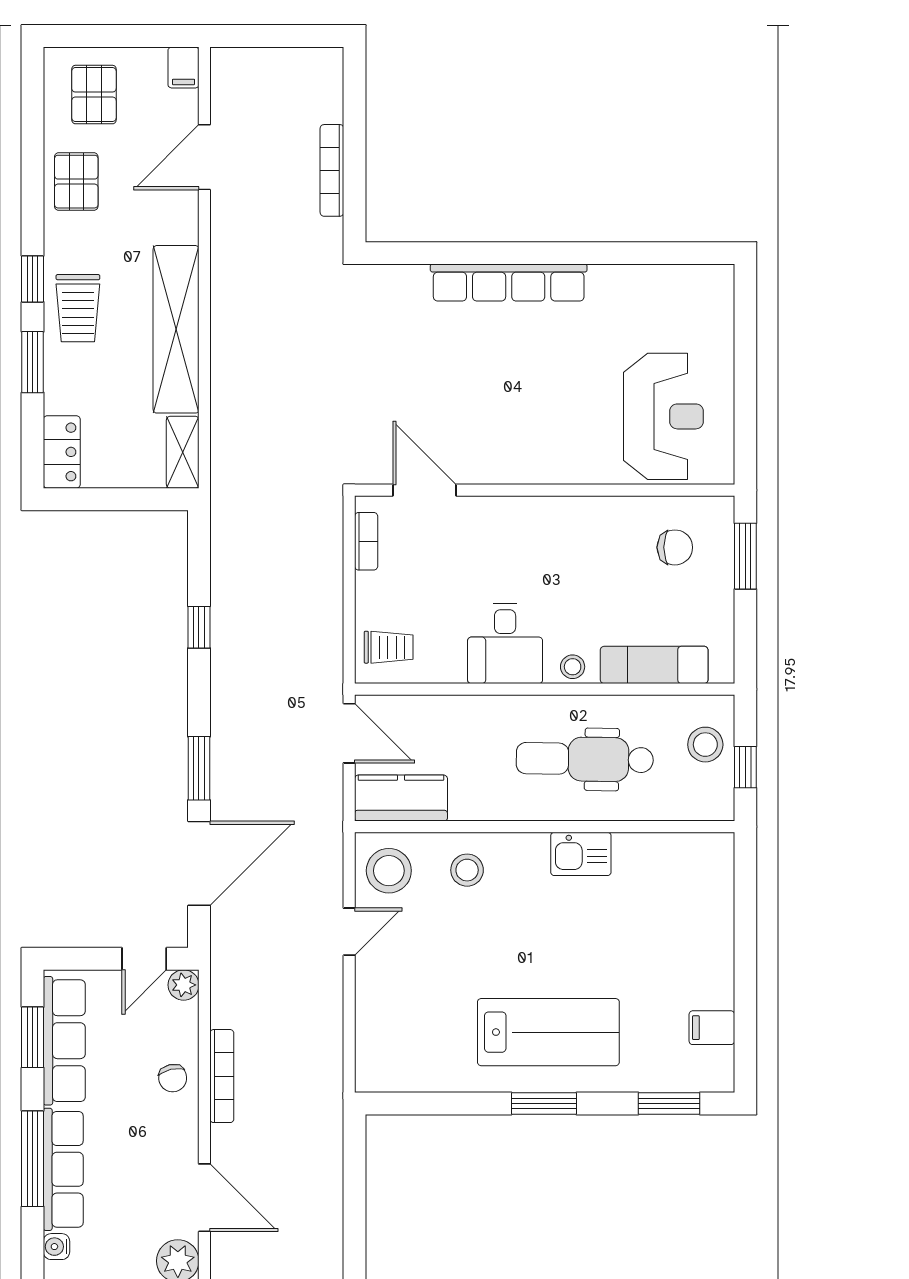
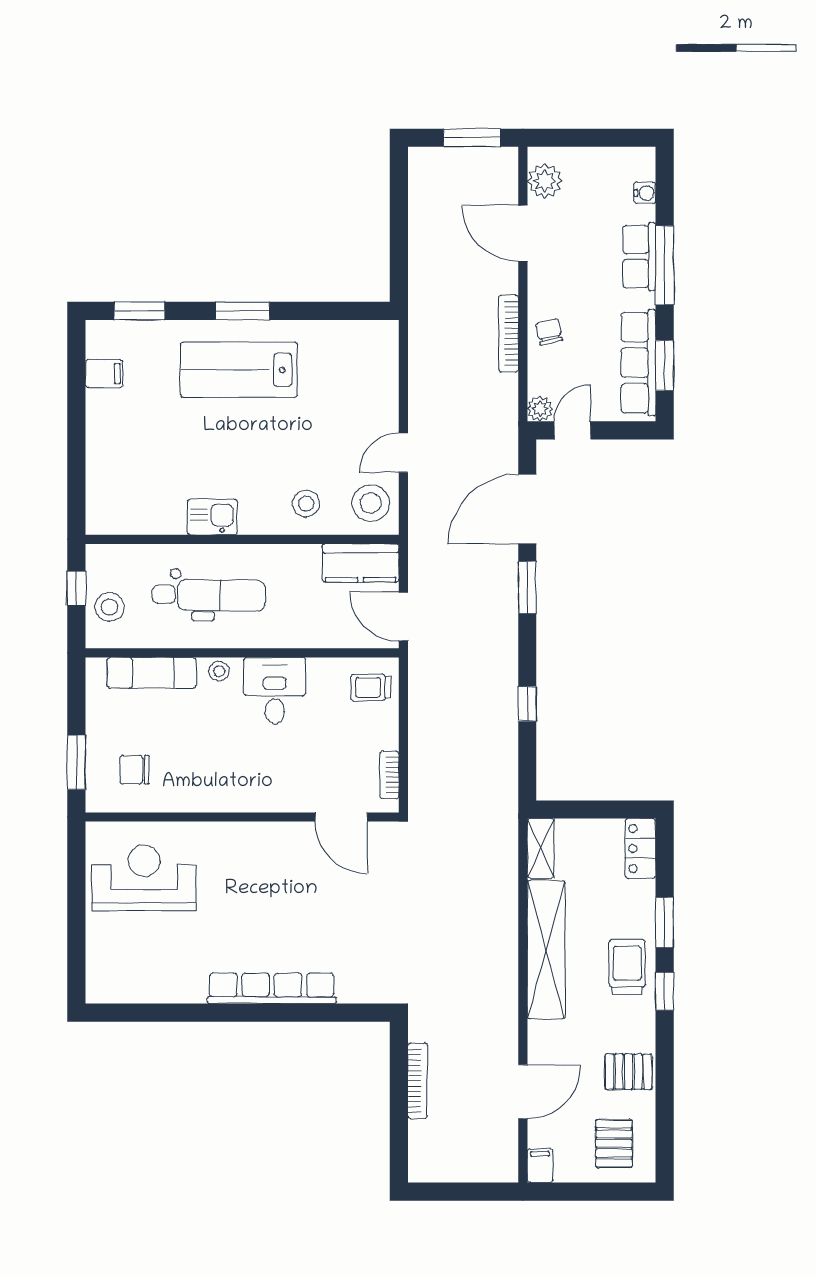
pallet: (76, 182) -> (629, 1072), turned 90
reception desk: (663, 416) -> (144, 878), turned 90
row of seats: (63, 1169) -> (639, 257), width x0.68

